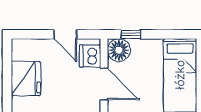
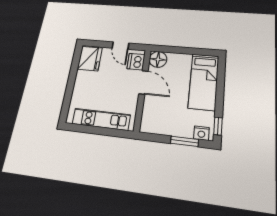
window: (131, 34) -> (168, 49), removed
fridge: (26, 78) -> (90, 59), moved

